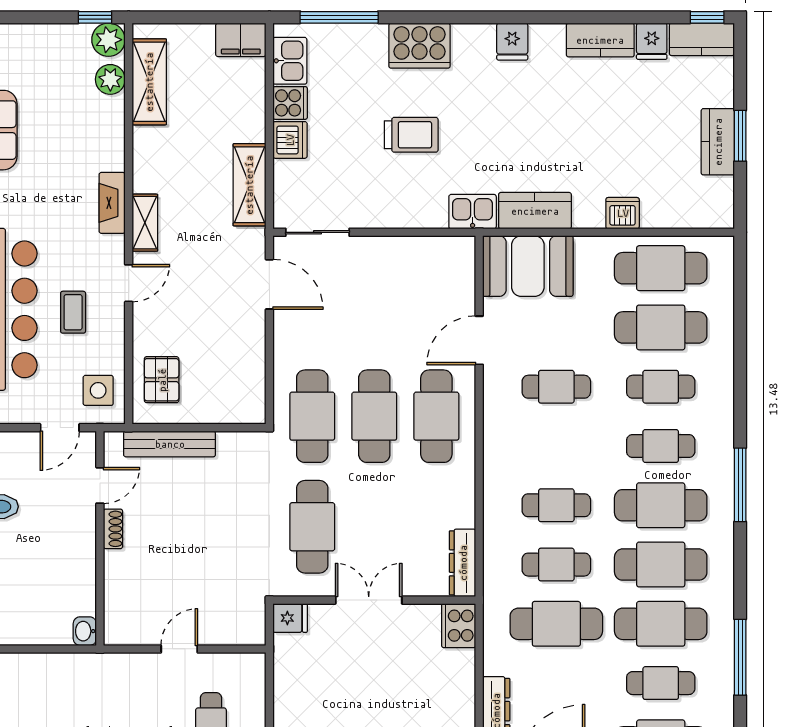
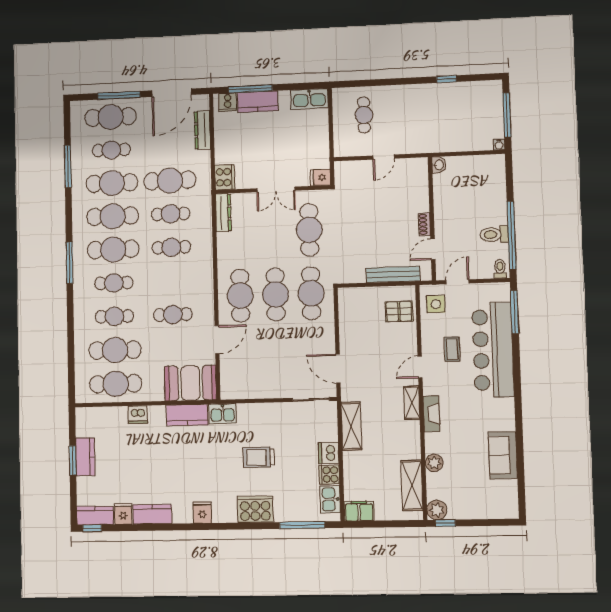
plant: (110, 79) -> (434, 463), moved
pallet: (162, 380) -> (399, 311), turned 90

